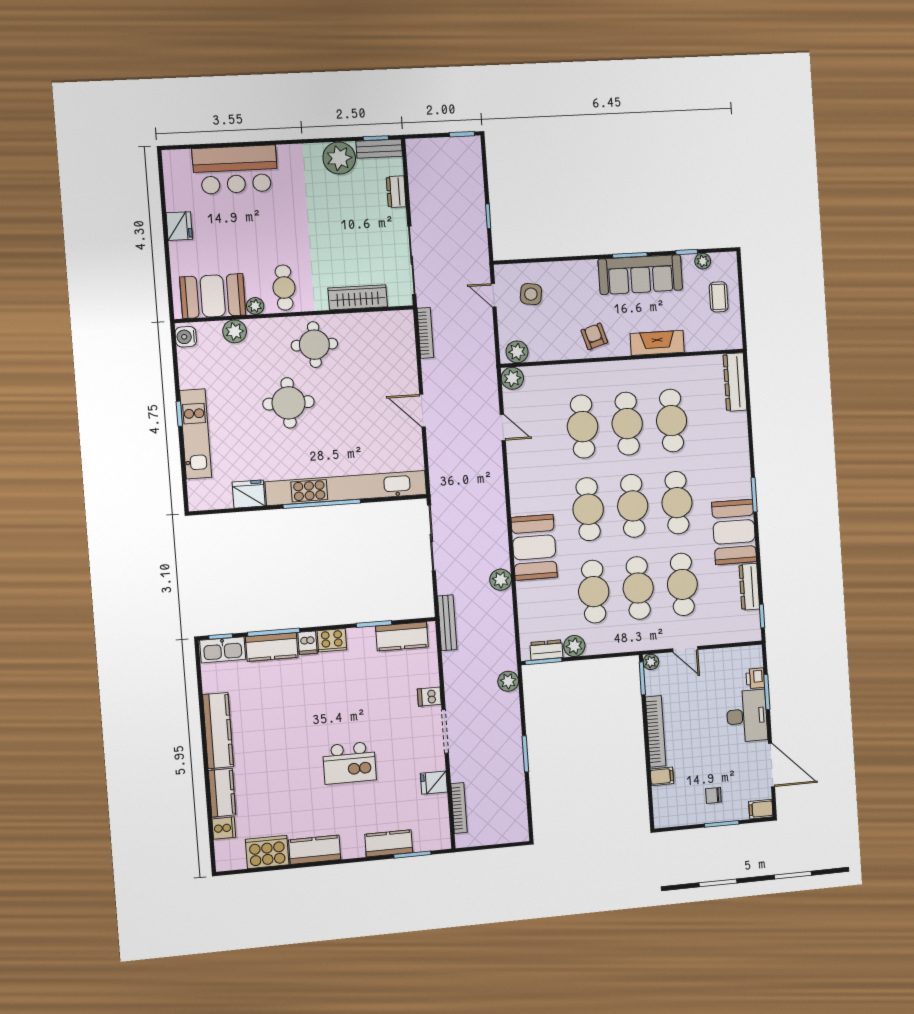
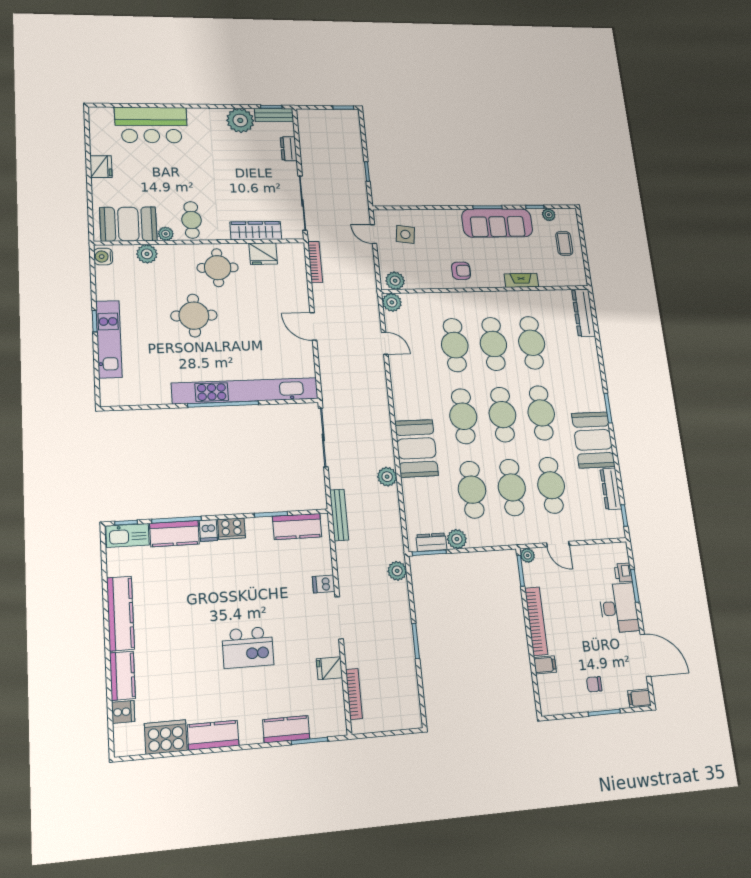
armchair: (594, 336) -> (461, 271), turned 107
fireplace: (657, 343) -> (521, 280), width x0.73, depth x0.76
fridge: (249, 494) -> (263, 254), moved, turned 180

